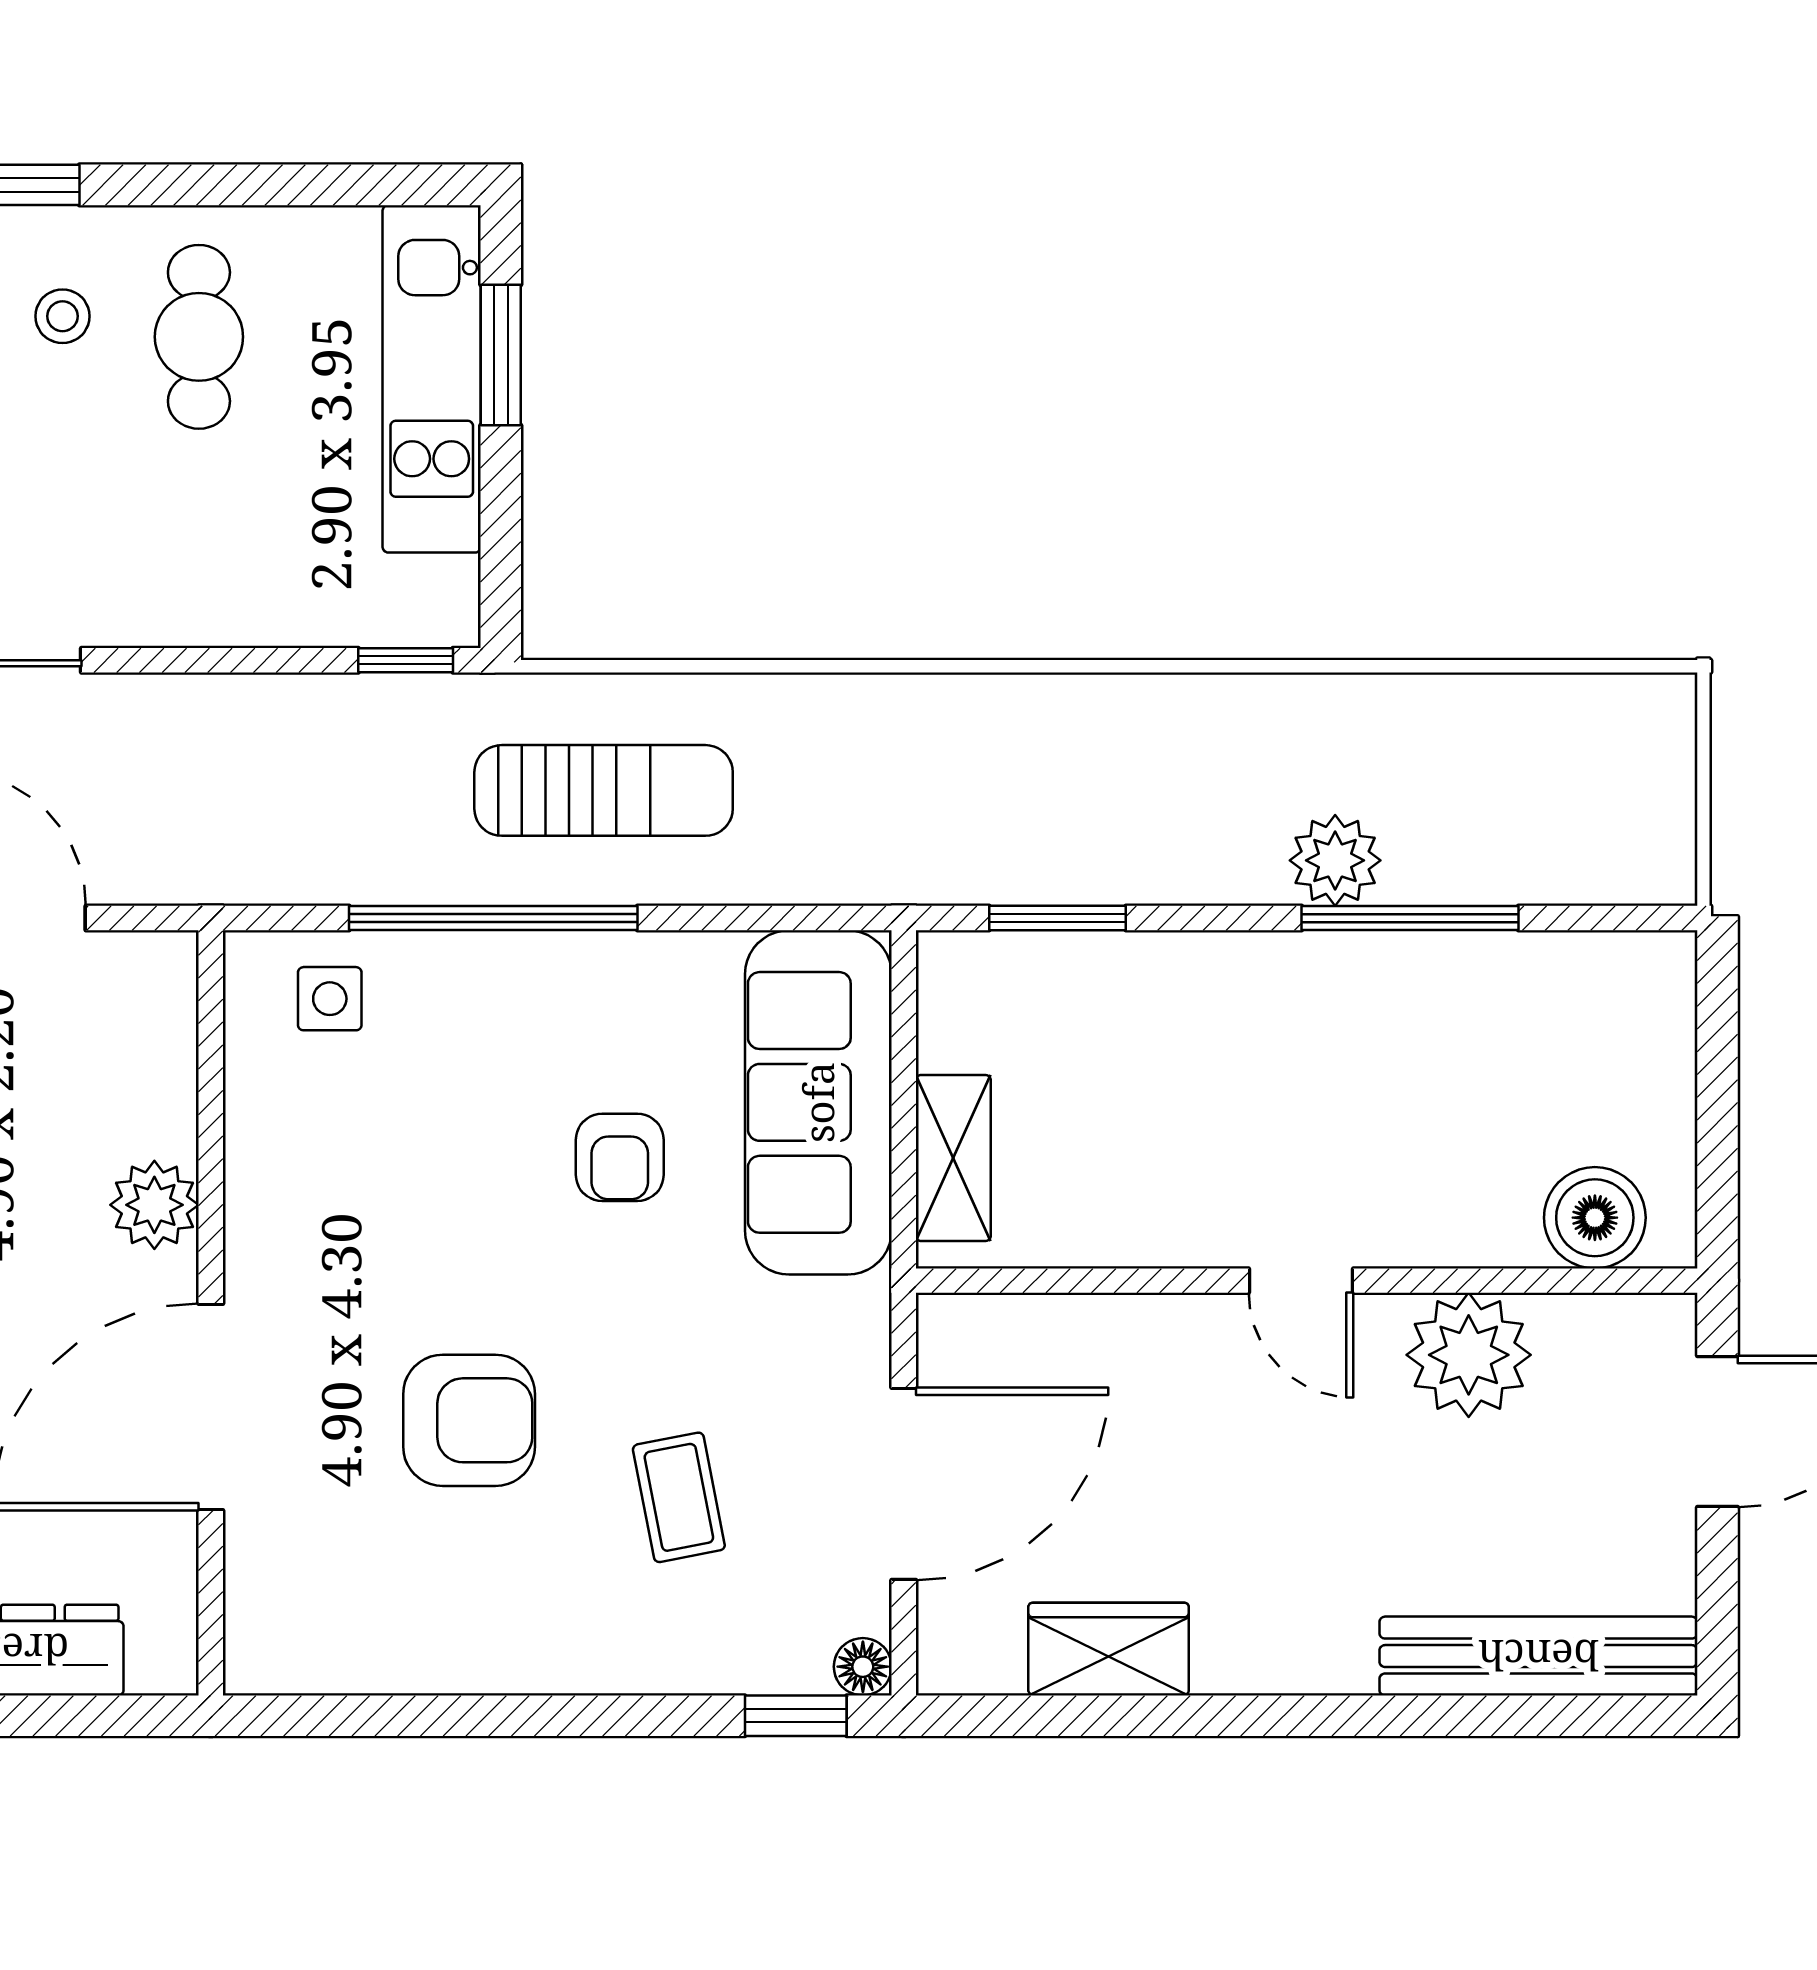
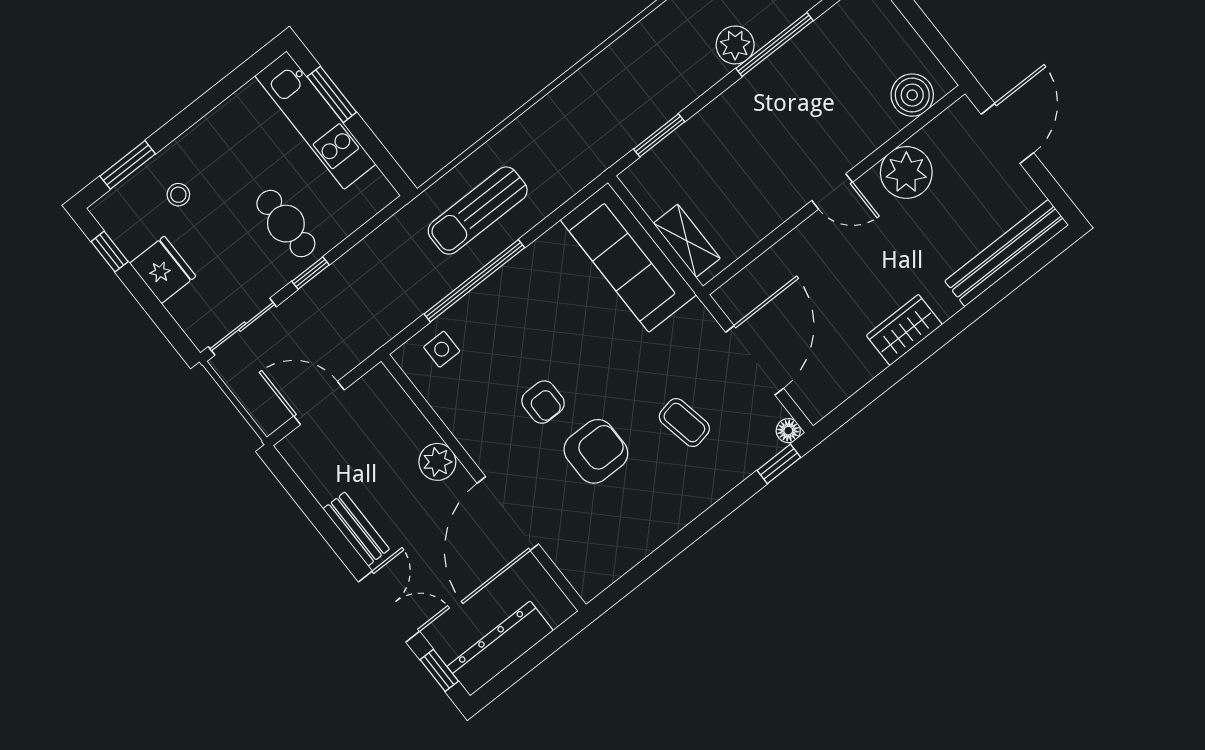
cafe table: (199, 337) -> (286, 224), moved
window: (406, 660) -> (310, 273), moved
sun lounger: (604, 790) -> (478, 211), turned 180
armchair: (620, 1157) -> (543, 402), moved
wardrobe: (1109, 1649) -> (904, 330), moved

